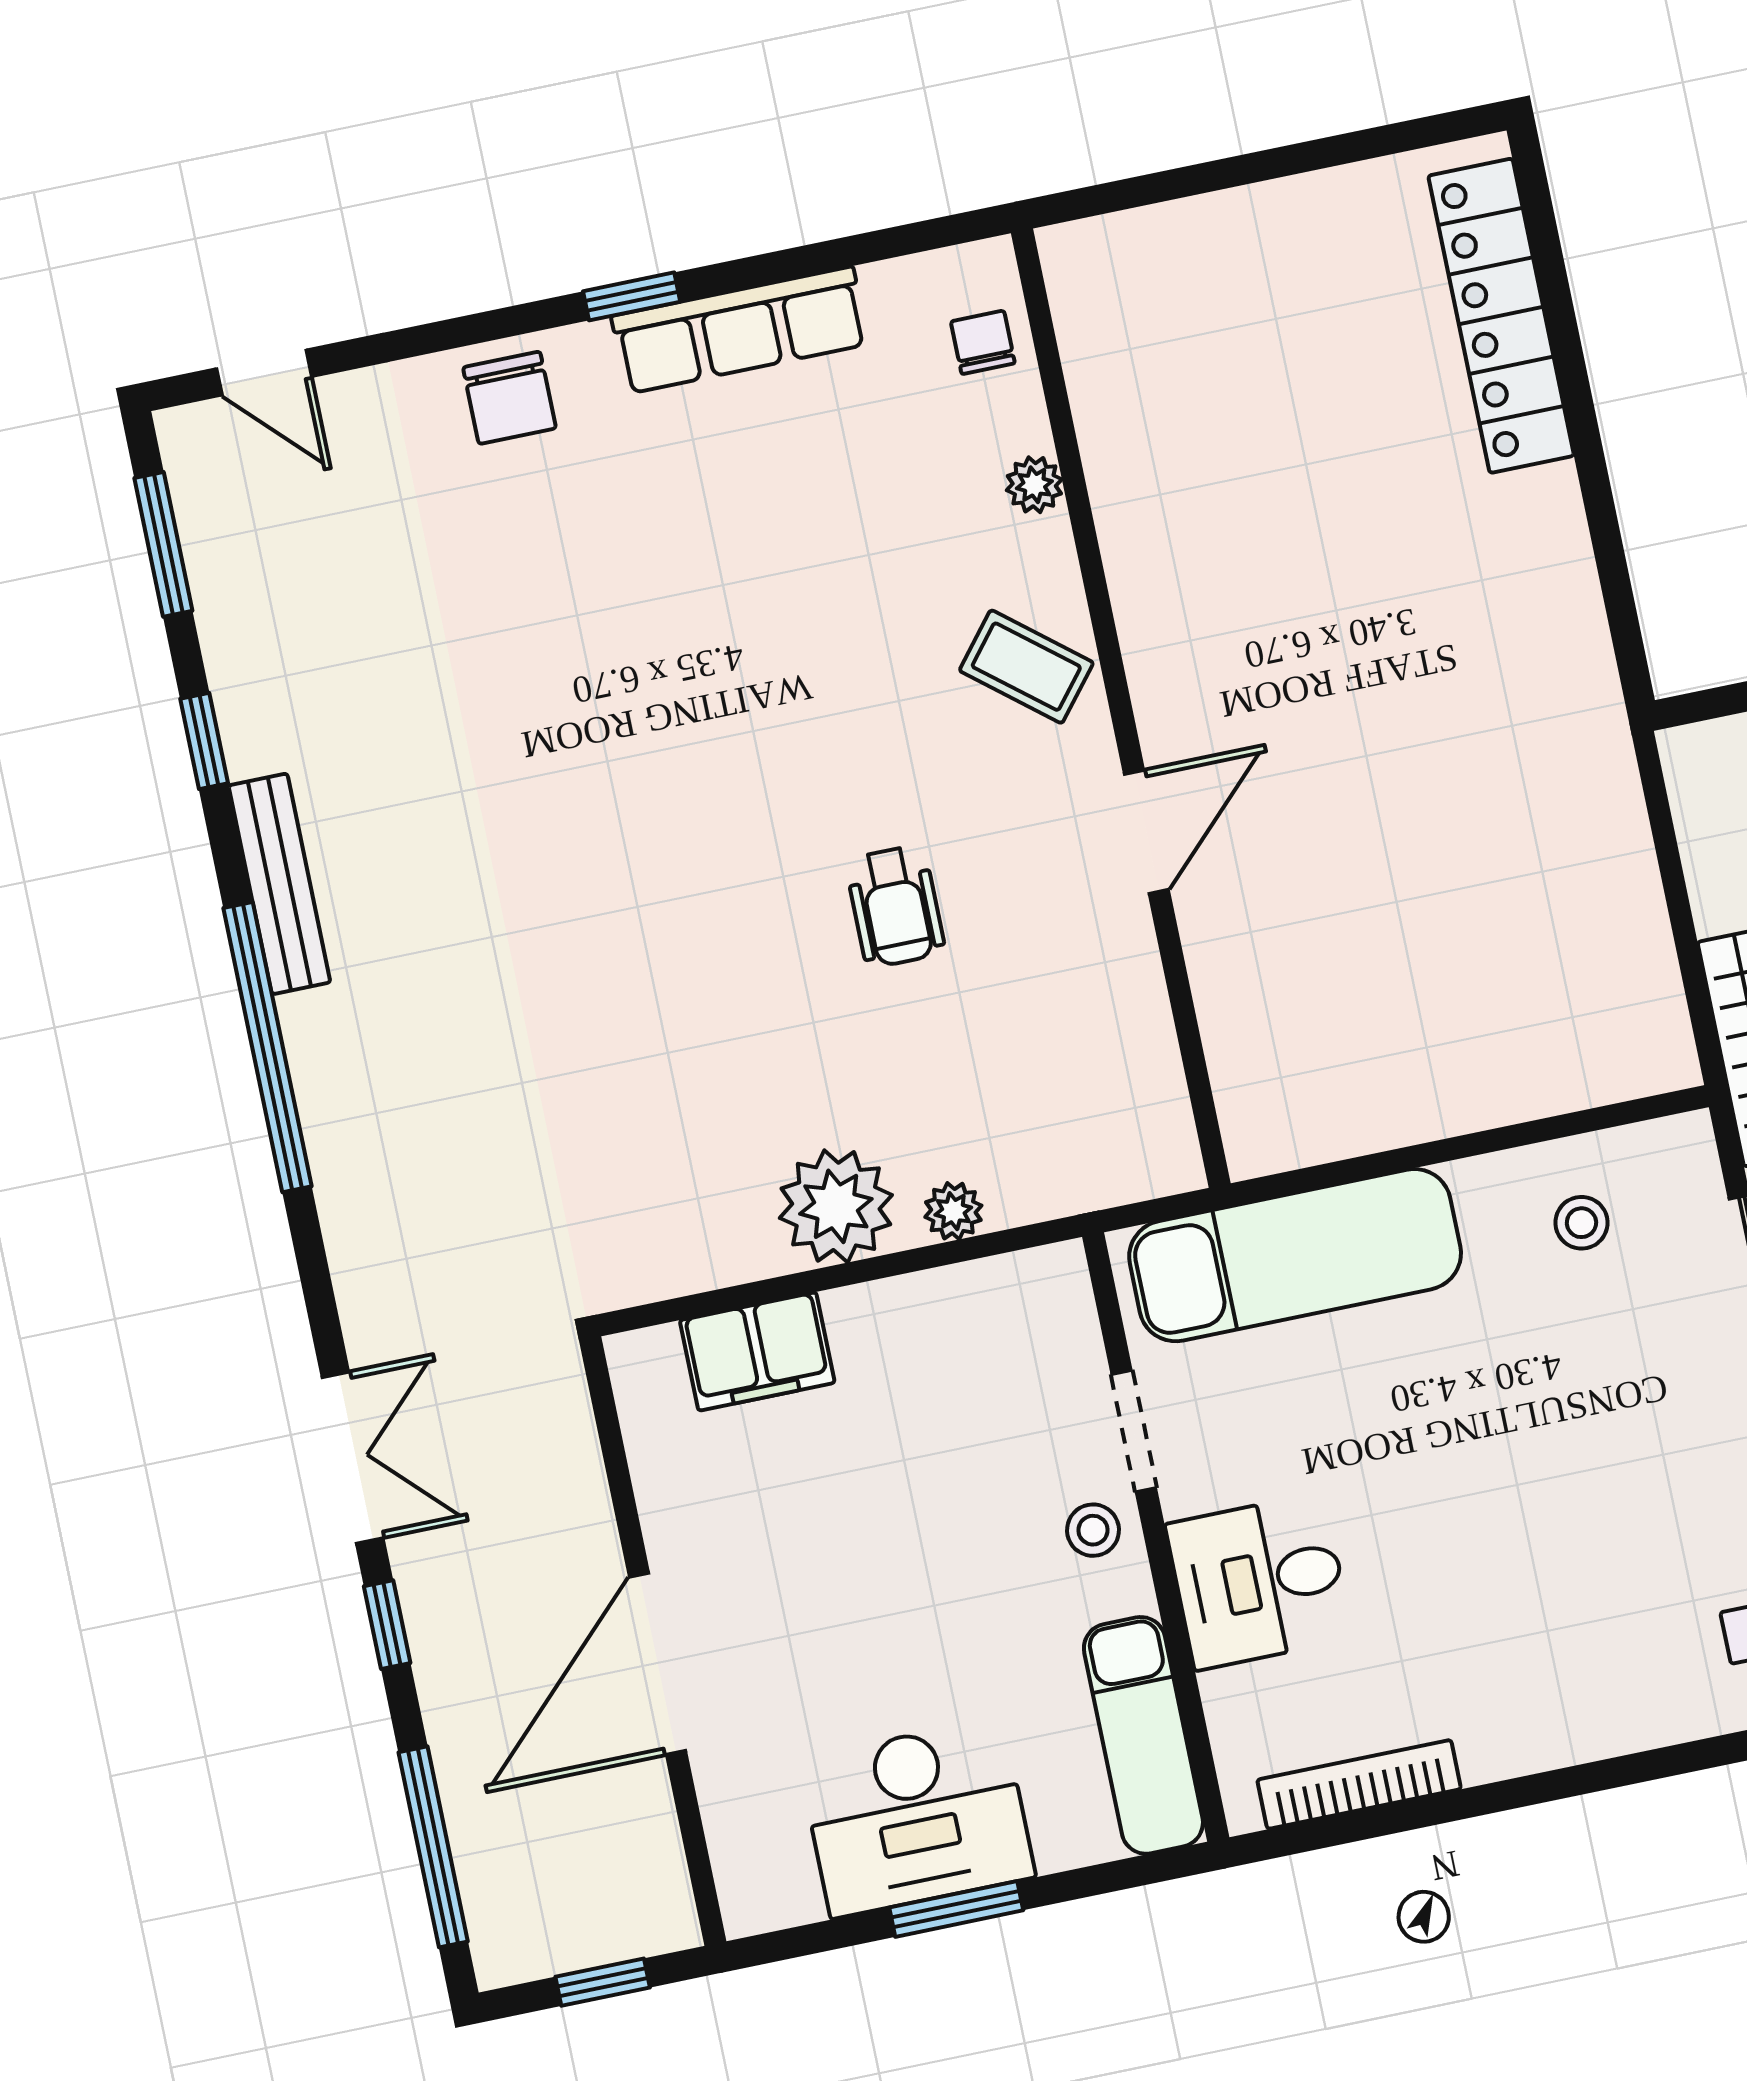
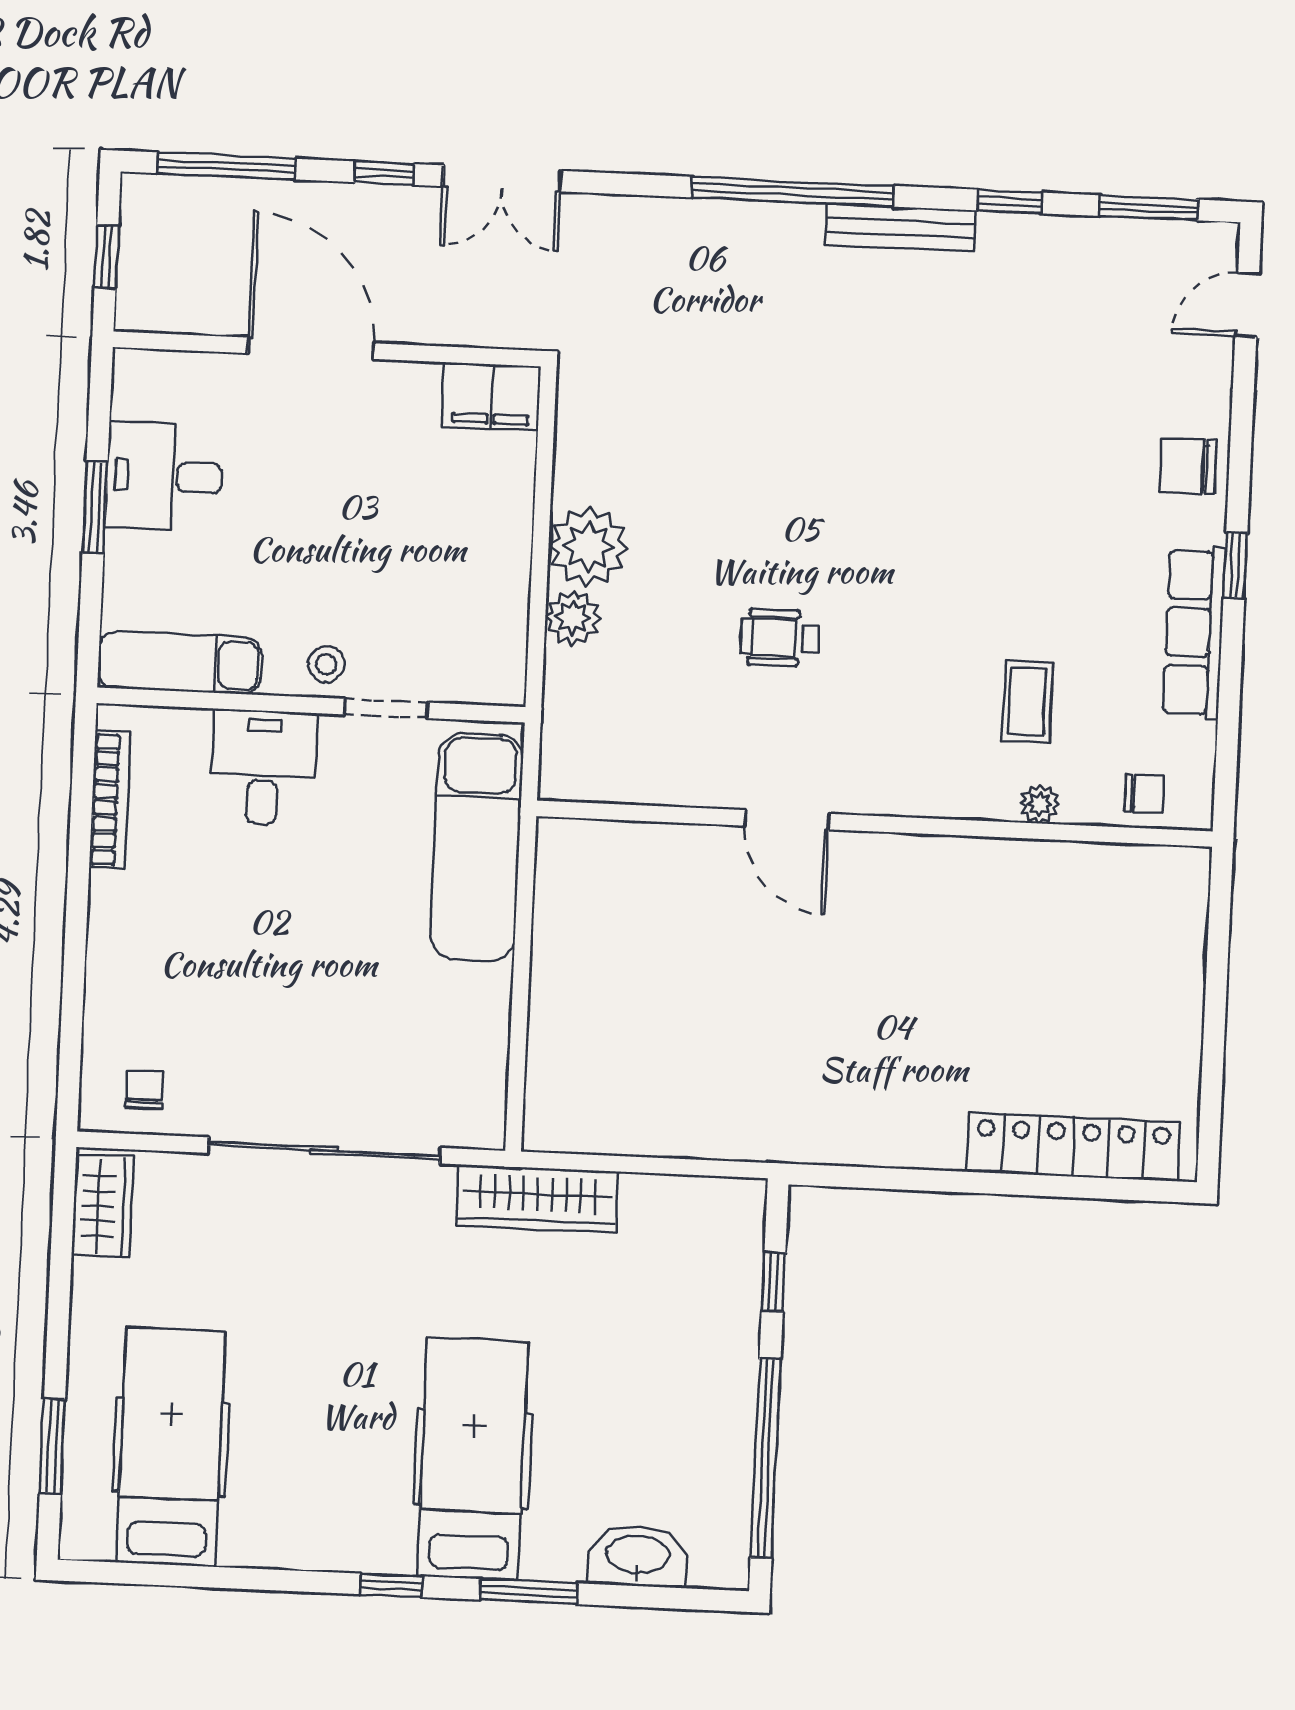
coffee table: (1026, 667) -> (1027, 701), moved, turned -39
plant: (953, 1211) -> (573, 618), width x1.38, depth x1.38
stool: (1582, 1223) -> (449, 1045), removed
filing cabinet: (757, 1352) -> (491, 396), moved, turned -90
desk: (917, 1818) -> (164, 477), width x0.73

